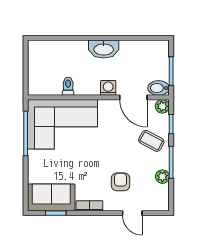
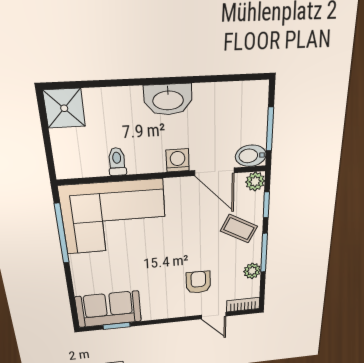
shower: (39, 51) -> (64, 108), added
bookcase: (89, 206) -> (243, 305), moved

